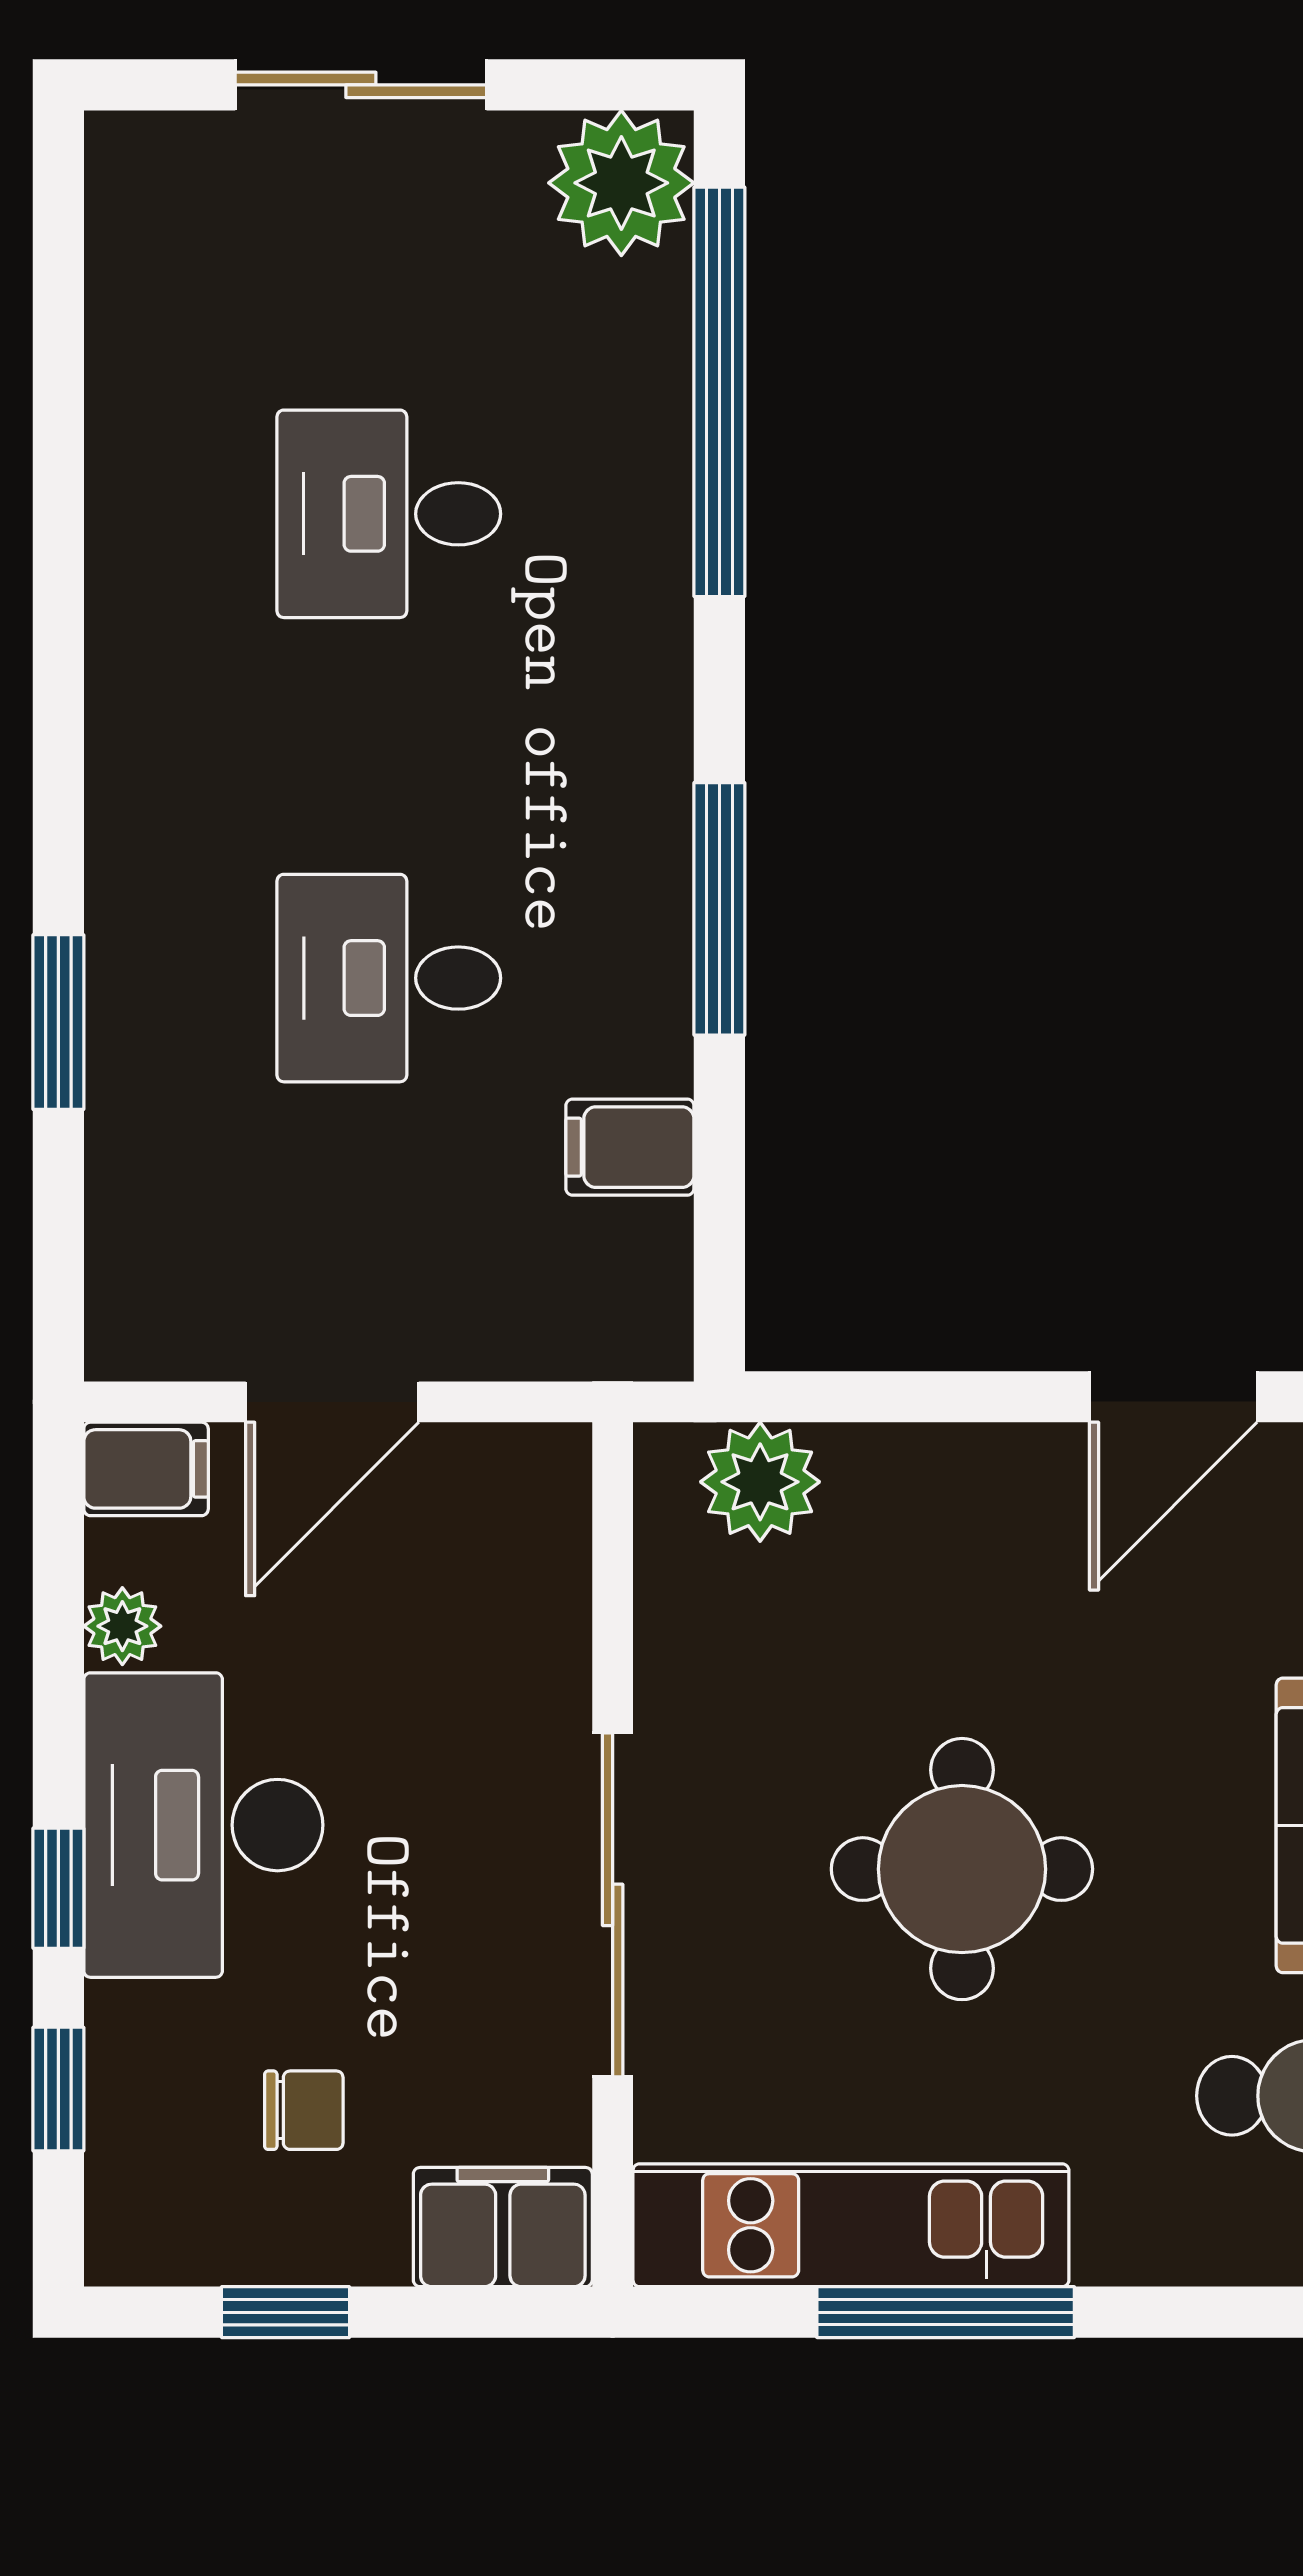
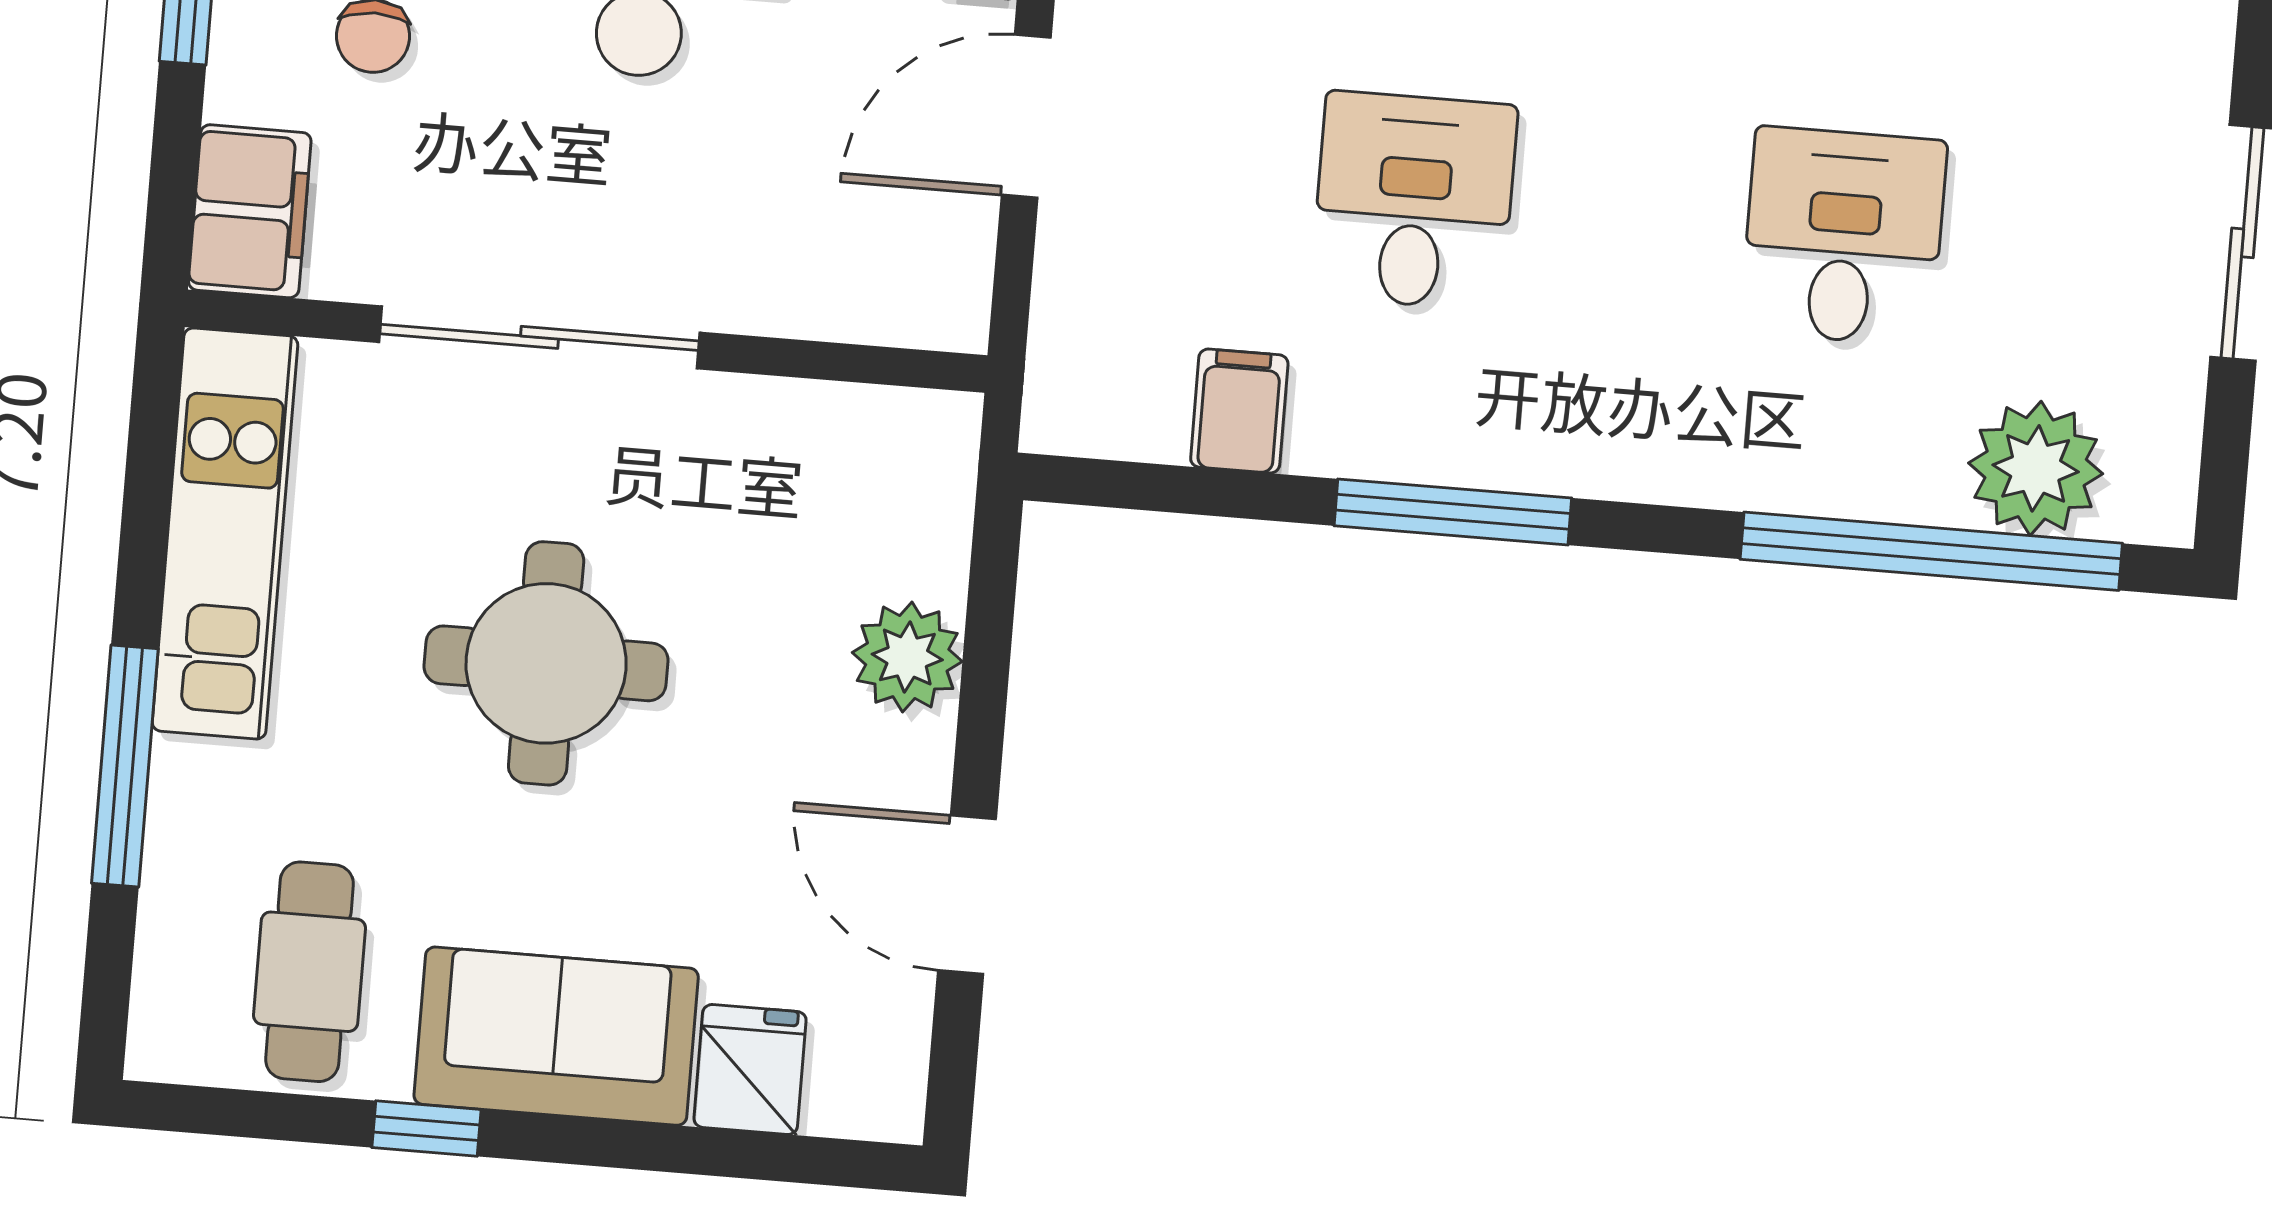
plant: (621, 183) -> (2036, 468), moved
door: (332, 1402) -> (1026, 116), hinge flipped
plant: (760, 1482) -> (907, 657), moved
window: (946, 2312) -> (125, 766), moved

